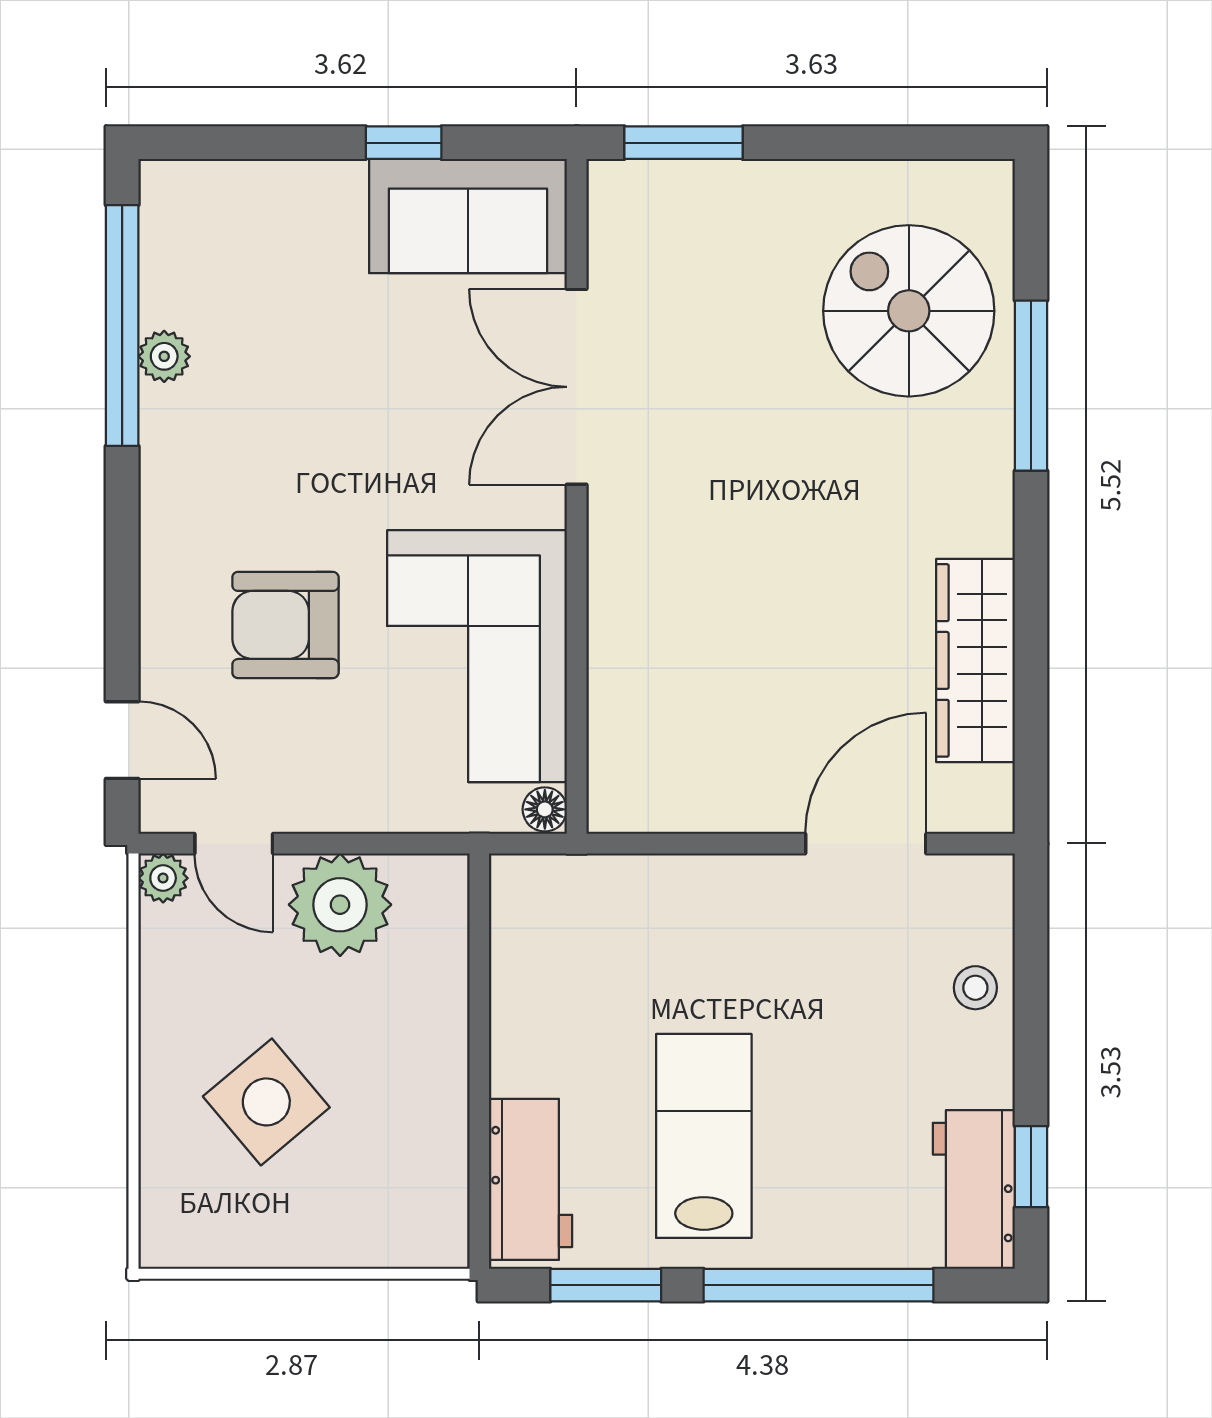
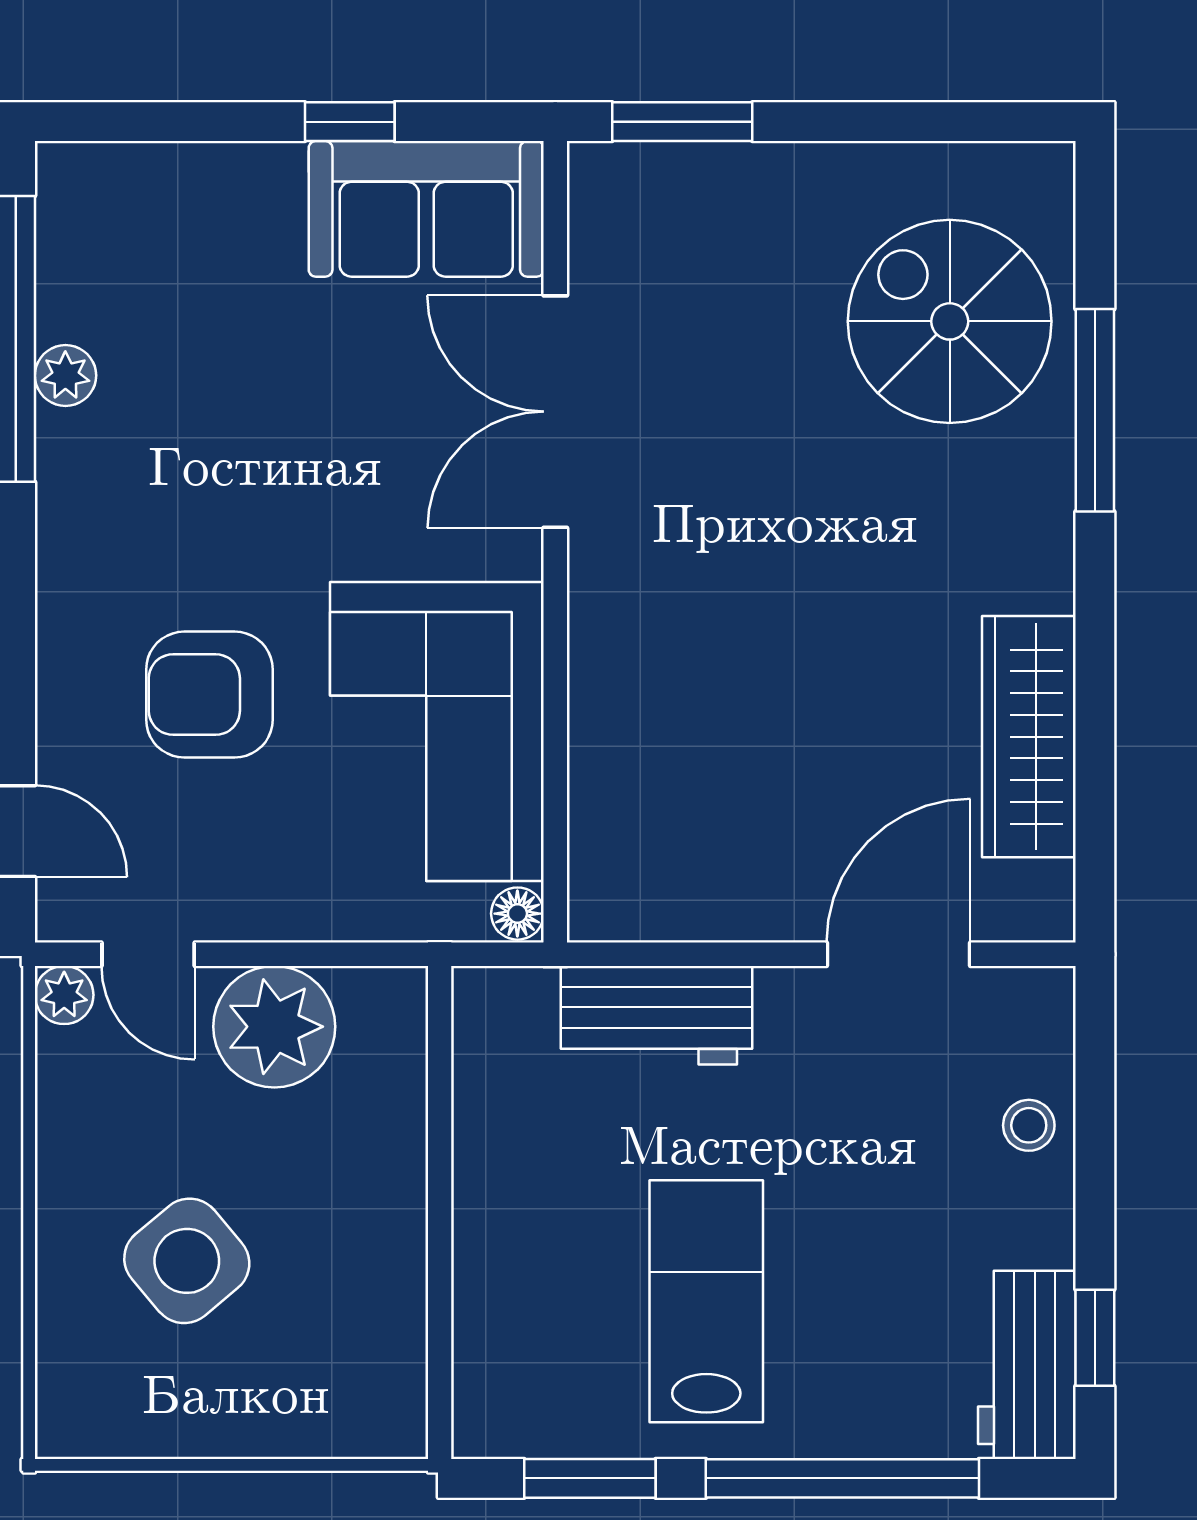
workbench: (531, 1179) -> (656, 1015), moved, turned 90

